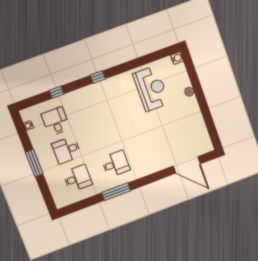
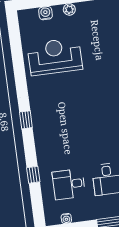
water cooler: (177, 58) -> (45, 13), moved

